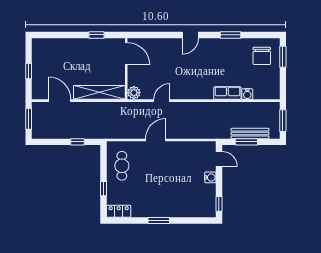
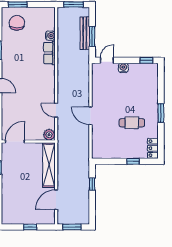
chair: (262, 56) -> (17, 23), turned -90
cafe table: (122, 166) -> (132, 123), moved

